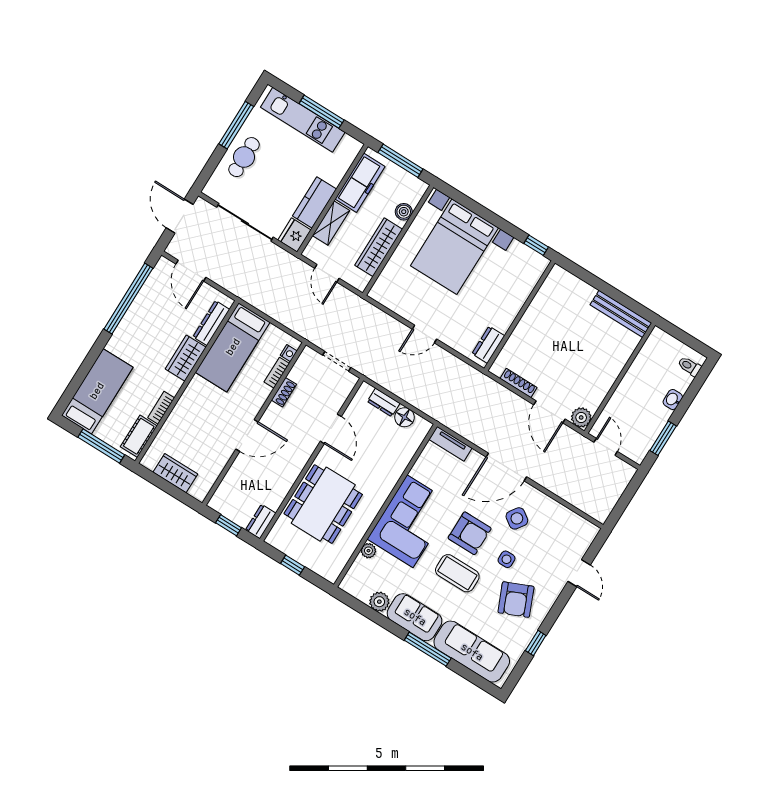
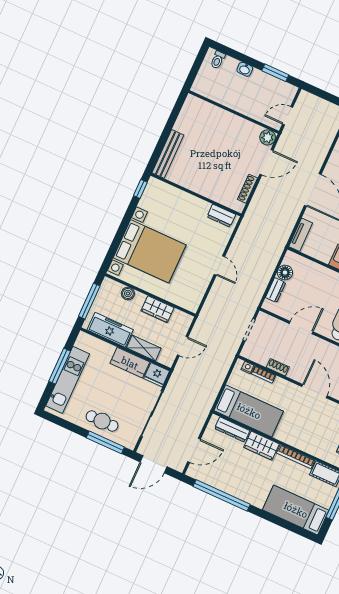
window: (236, 125) -> (105, 442), moved
wardrobe: (379, 247) -> (158, 309), width x0.67
bench: (621, 314) -> (168, 154), moved
bookcase: (161, 408) -> (296, 457), width x1.56

